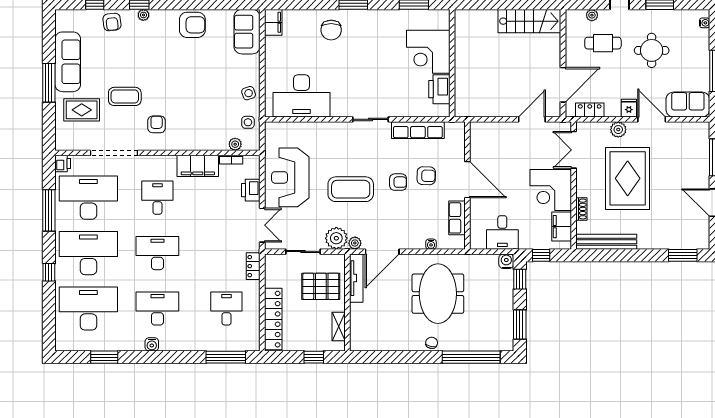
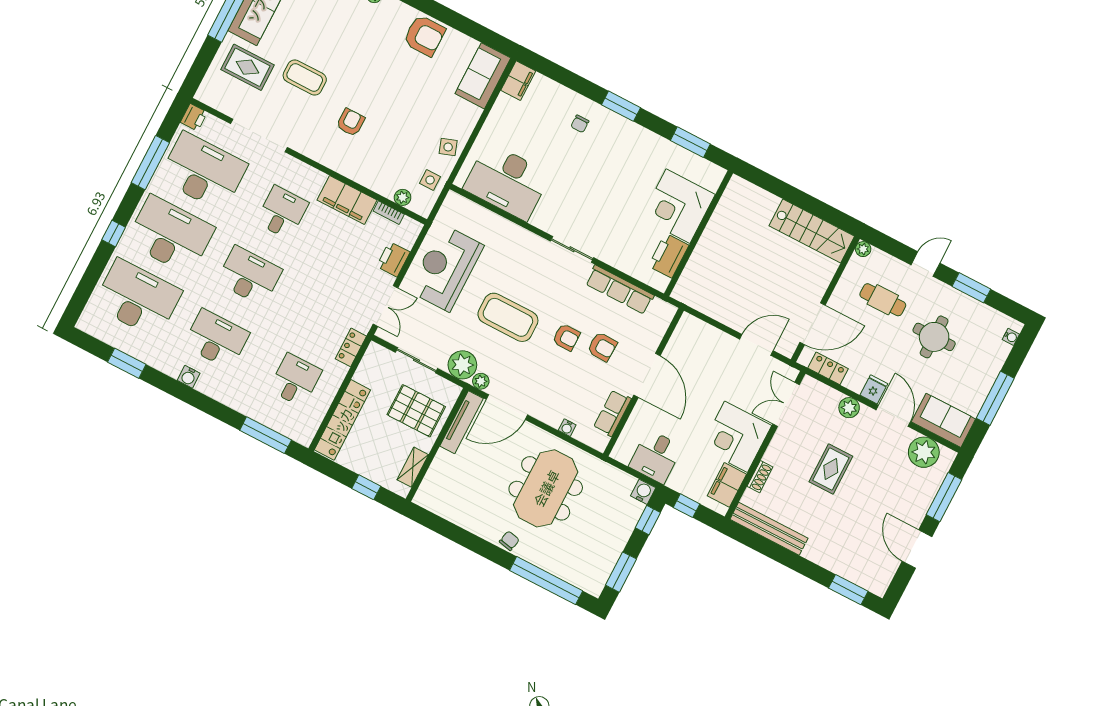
plant: (592, 15) -> (863, 249), moved
chair: (331, 30) -> (580, 124), width x0.54, depth x0.54
armchair: (157, 124) -> (351, 122), moved
plant: (686, 134) -> (924, 452), added
rug: (628, 178) -> (831, 469), width x0.54, depth x0.49

